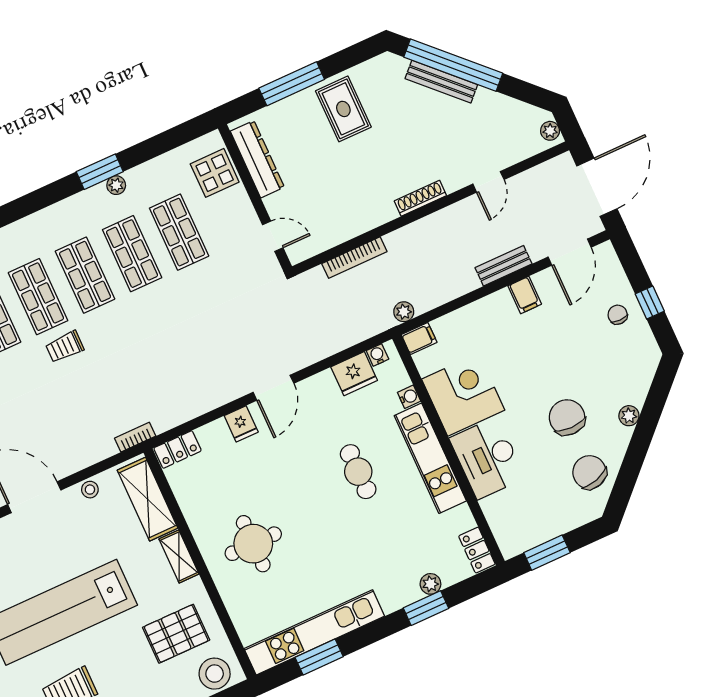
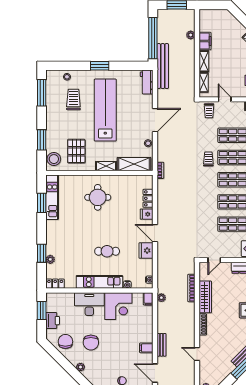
wardrobe: (360, 220) -> (205, 297), added
fridge: (354, 374) -> (146, 250), moved
chair: (567, 417) -> (91, 343), turned 90
locker: (177, 449) -> (148, 198), moved
chair: (589, 472) -> (65, 341), turned -73
printer: (558, 520) -> (53, 321), added
kitchen unit: (314, 632) -> (52, 197), width x0.73

